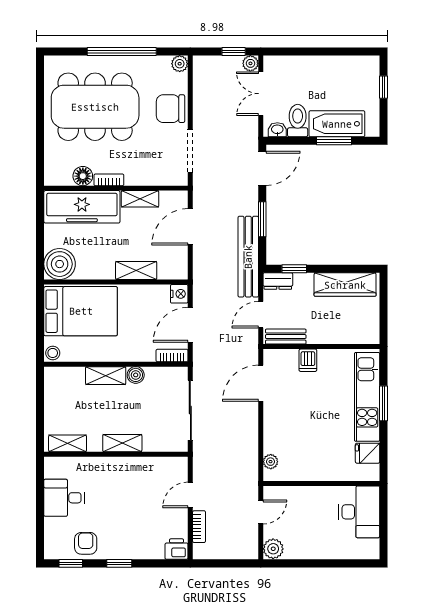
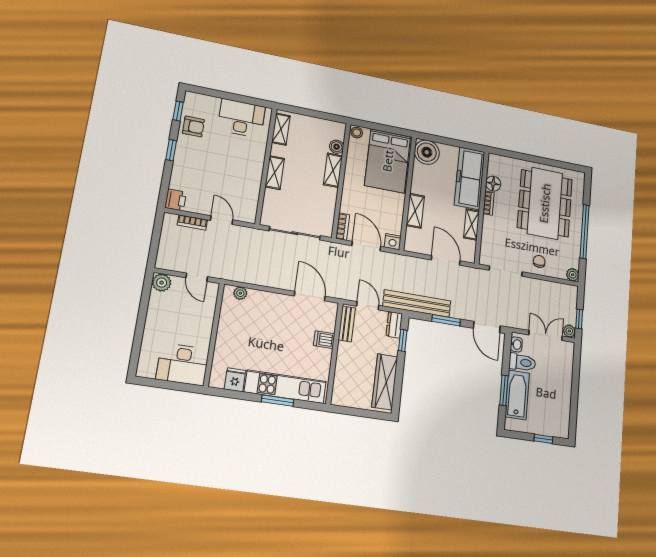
chair: (171, 109) -> (539, 261), width x0.54, depth x0.54
boiler: (136, 375) -> (337, 147), moved
desk: (64, 498) -> (241, 118), width x1.37

